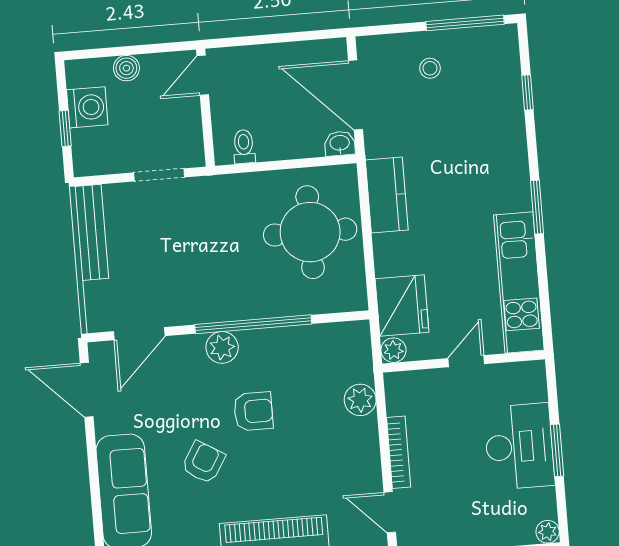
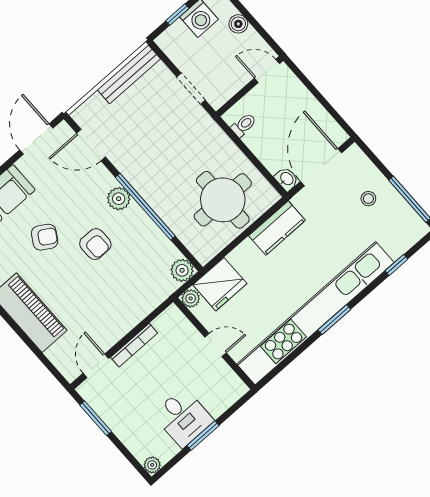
kitchen unit: (519, 283) -> (315, 313), width x1.86
plant: (360, 400) -> (182, 270), moved
desk: (519, 446) -> (183, 417), width x0.73

